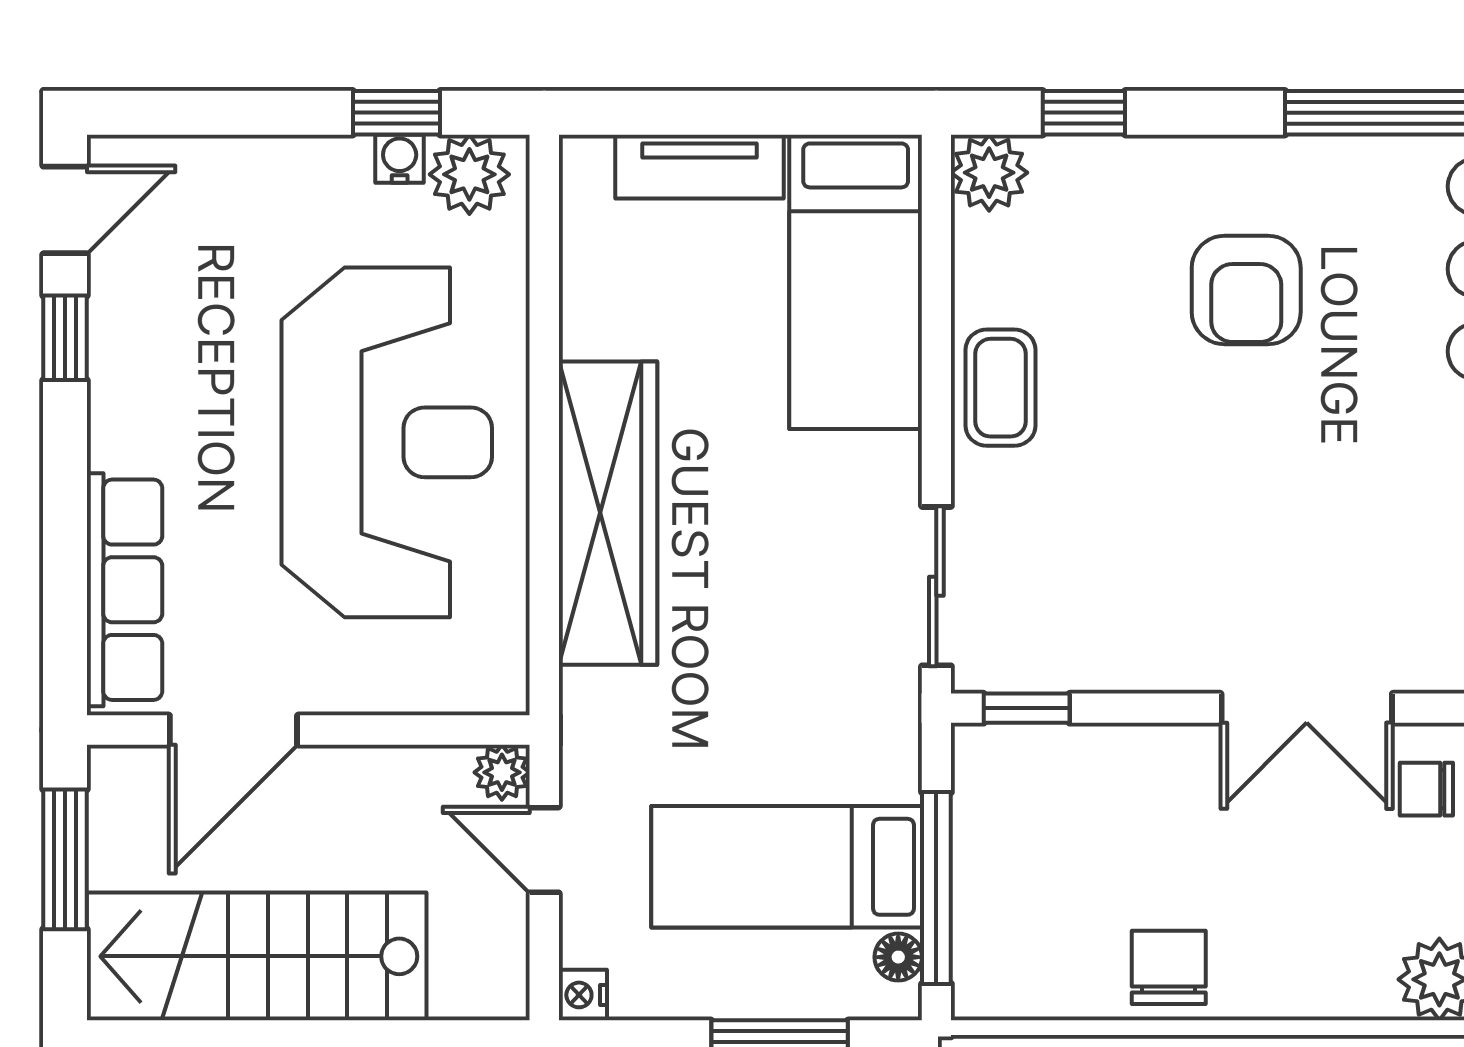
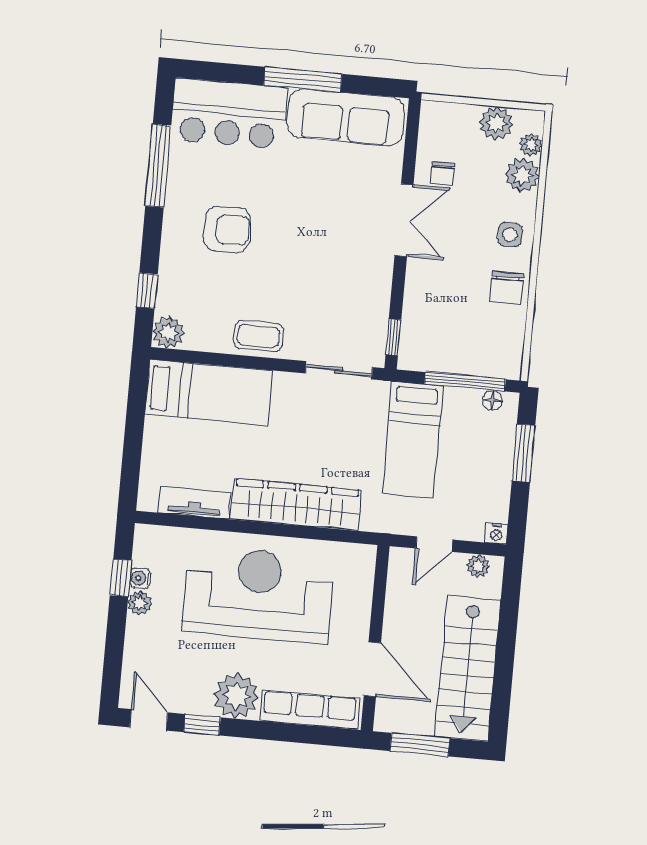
tv unit: (700, 167) -> (194, 503), moved, turned -90
plant: (469, 174) -> (140, 603), moved, width x0.73, depth x0.73
plant: (141, 413) -> (236, 696), added
plant: (502, 772) -> (478, 566), moved
bed: (787, 867) -> (413, 440), moved
side table: (1295, 963) -> (510, 235), added
chair: (1169, 967) -> (507, 288), turned -90

